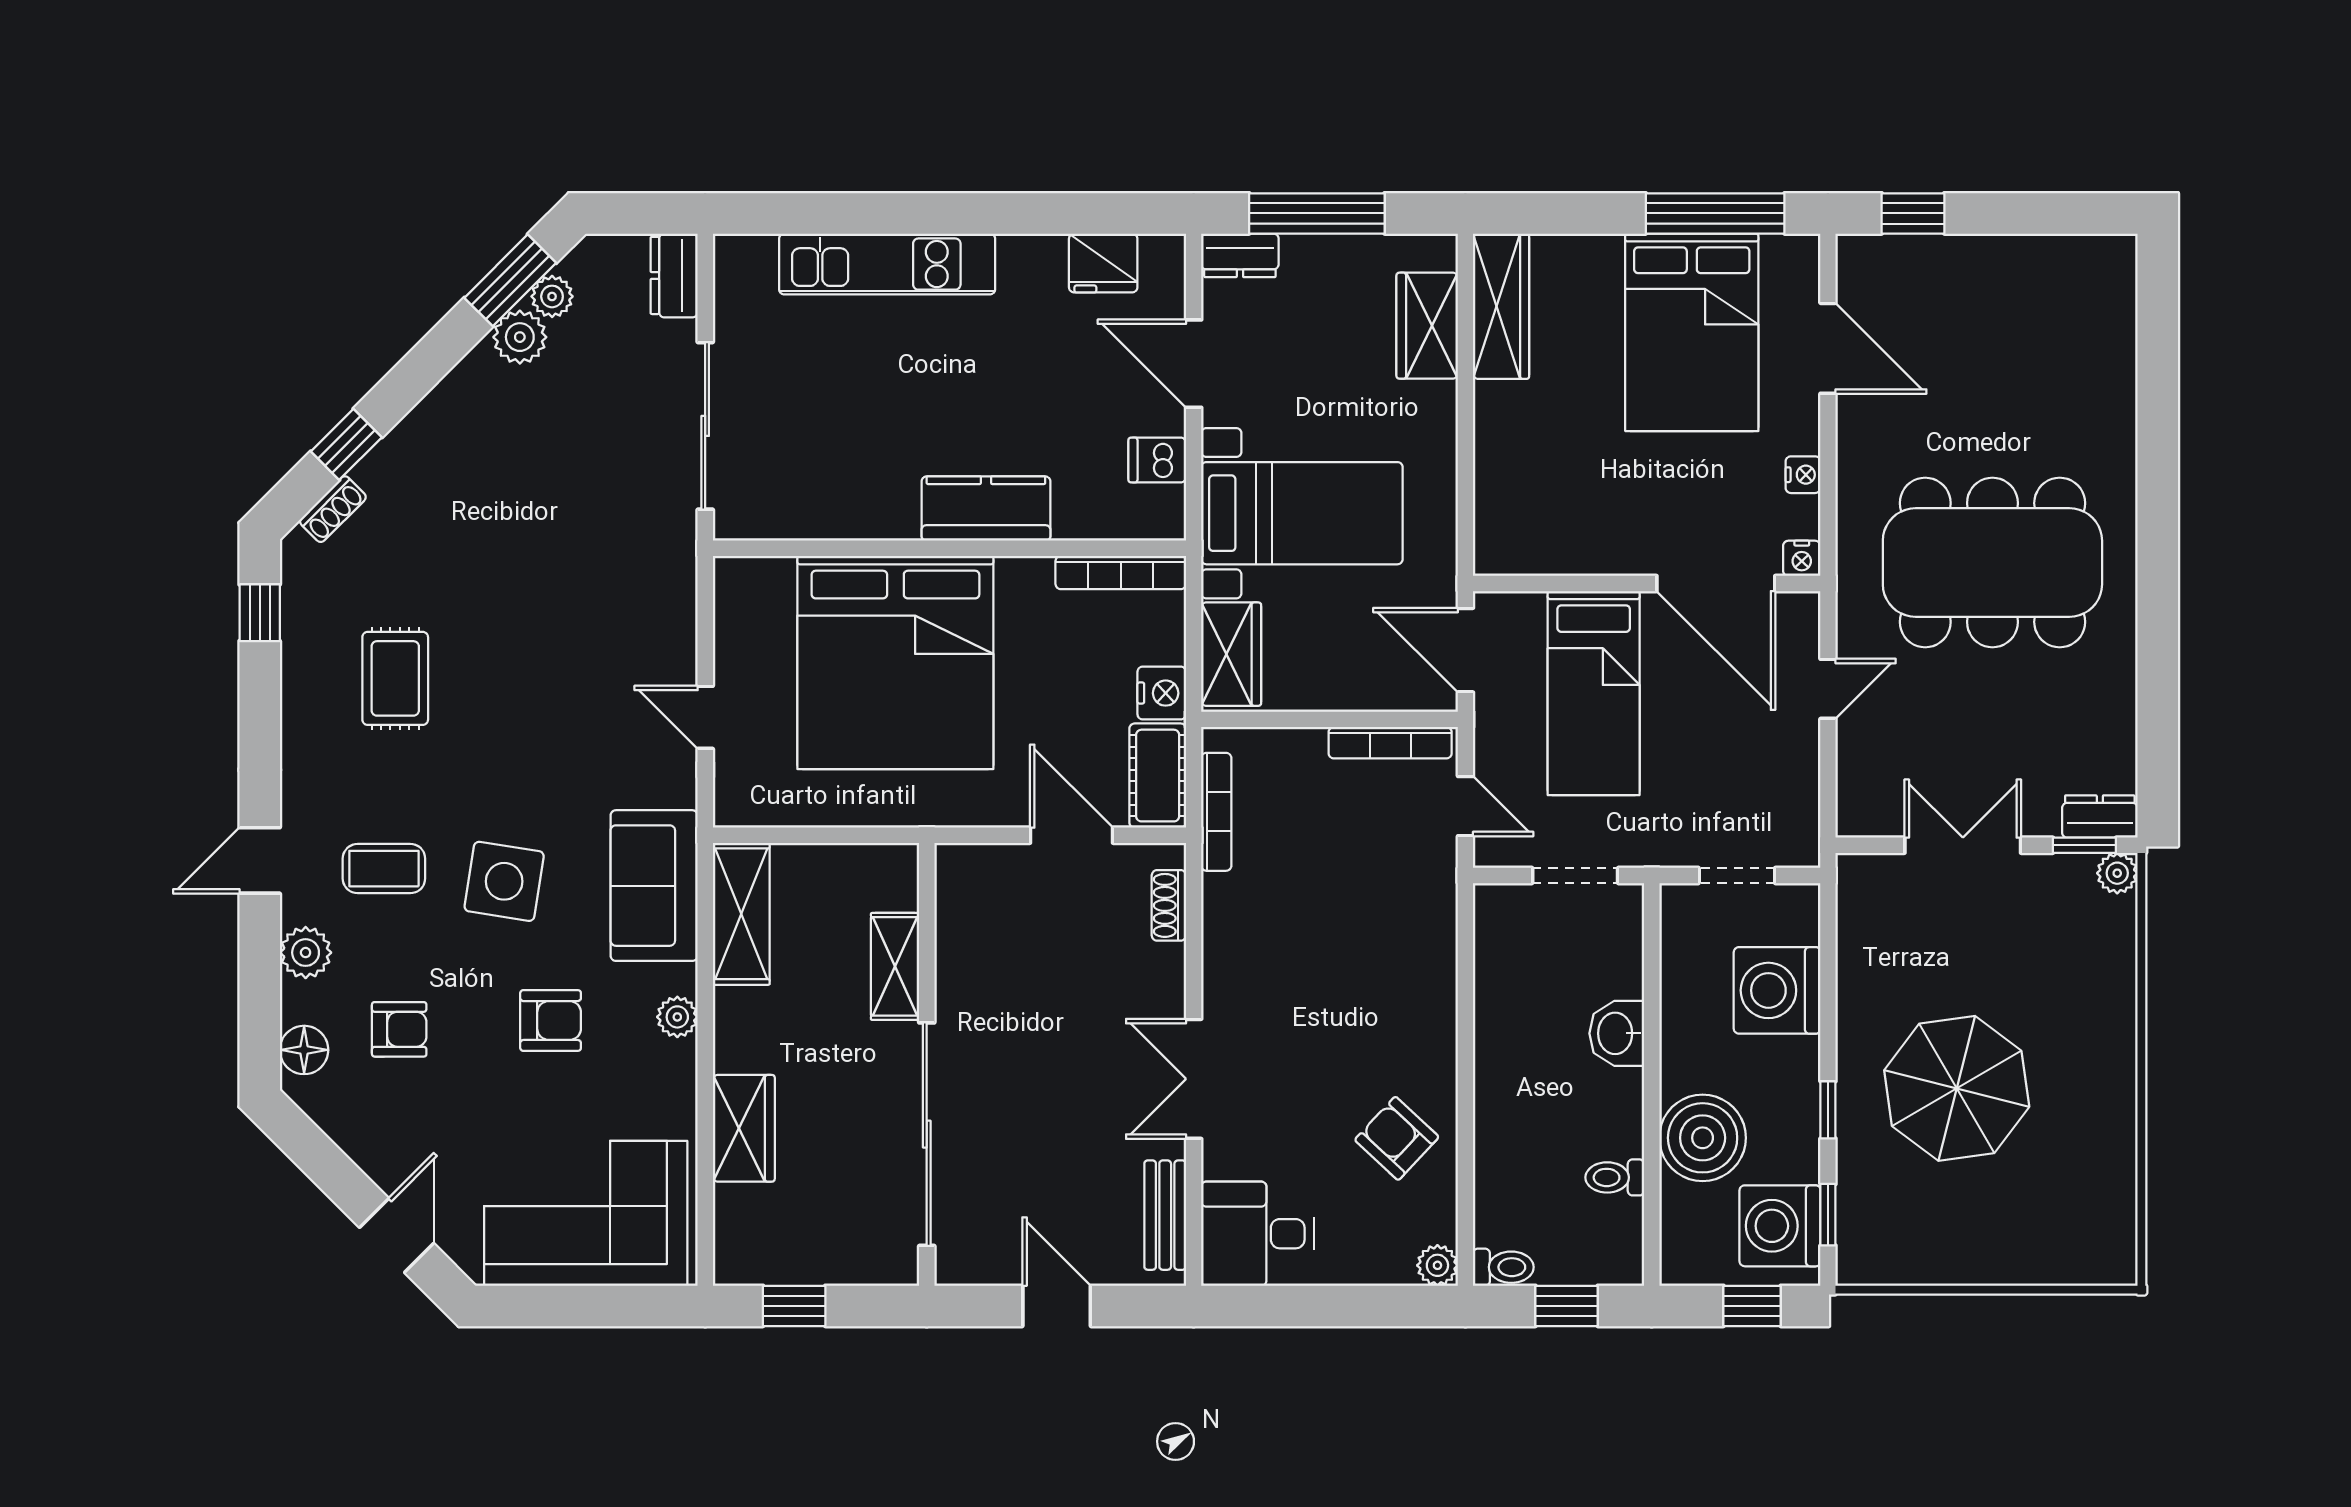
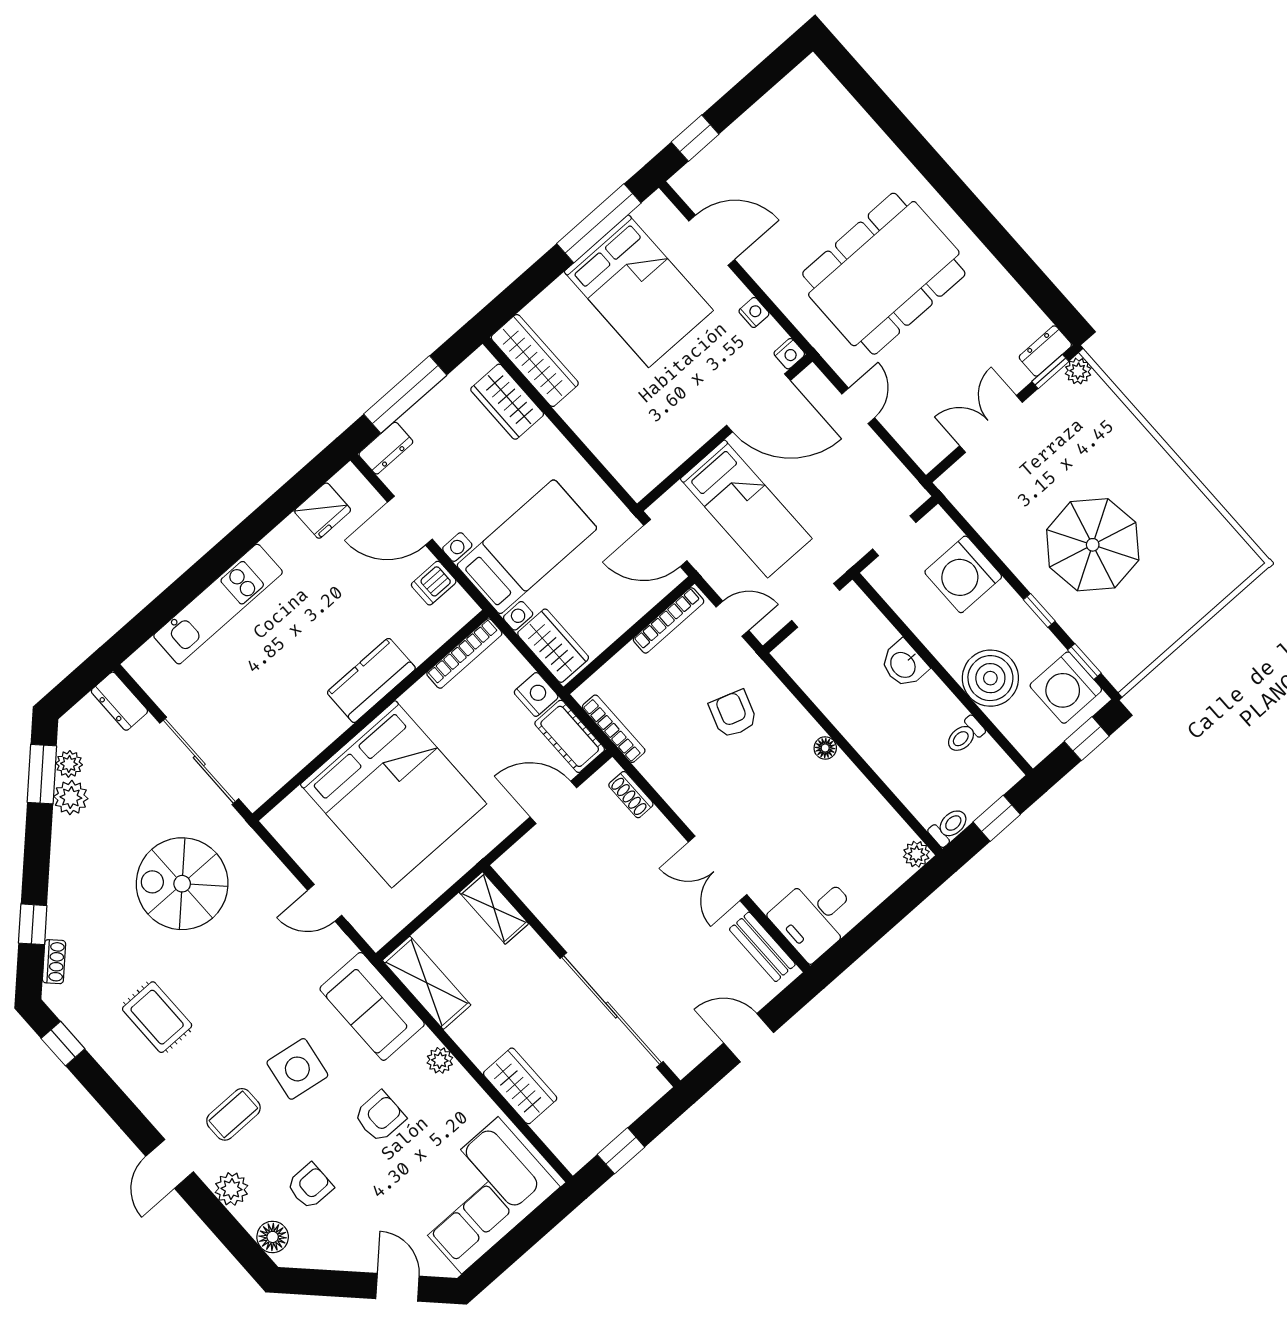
spiral stairs: (560, 550) -> (182, 884), added
shelving: (895, 966) -> (494, 908), moved
floor lamp: (1441, 1050) -> (825, 748), added
armchair: (1397, 1138) -> (733, 714), moved, turned 66

